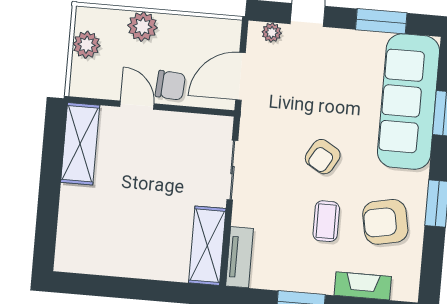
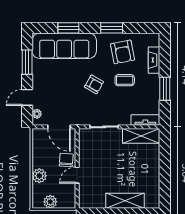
shelving: (80, 144) -> (125, 201), moved

